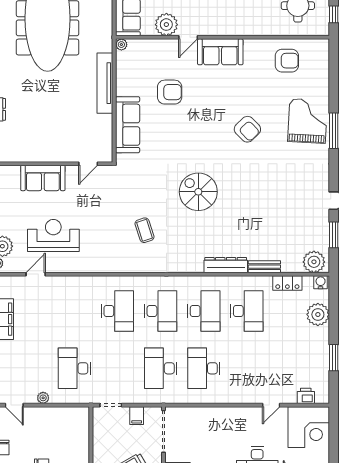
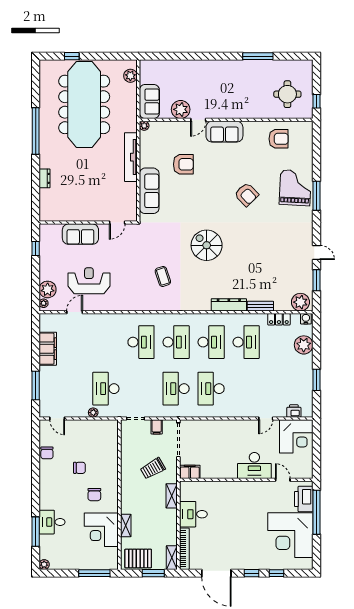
plant: (43, 398) -> (93, 413), moved

